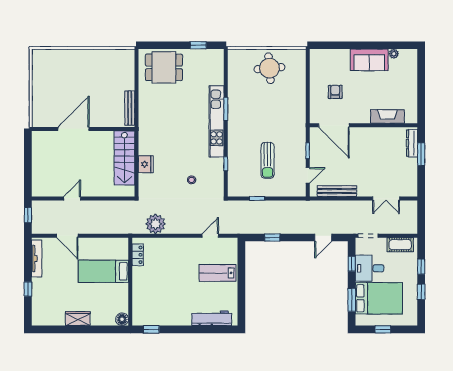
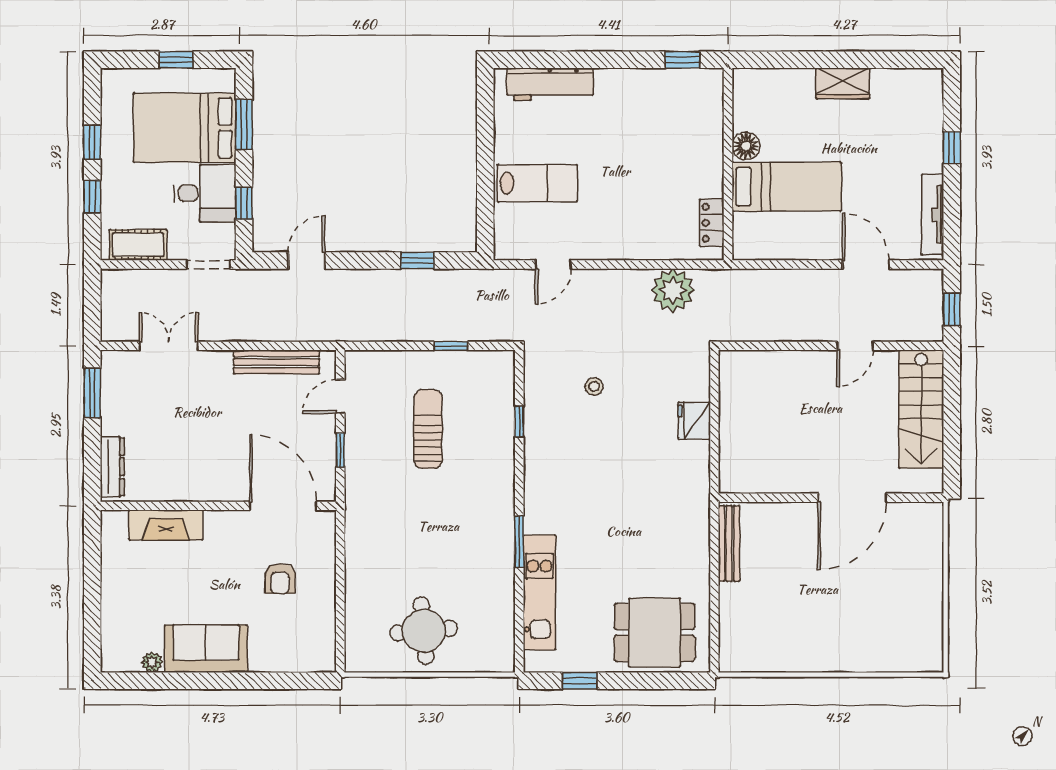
kitchen unit: (217, 121) -> (539, 592), moved, width x0.73
window: (421, 154) -> (92, 393), moved
stairs: (124, 158) -> (921, 409), moved, turned 180
floor lamp: (122, 319) -> (746, 146), moved

